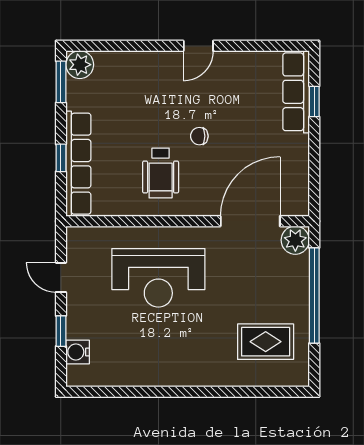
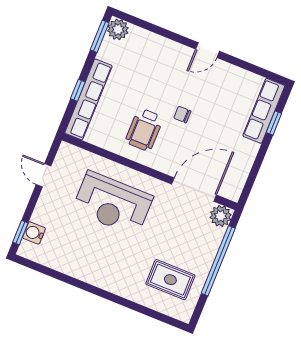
window: (61, 331) -> (20, 233), moved

